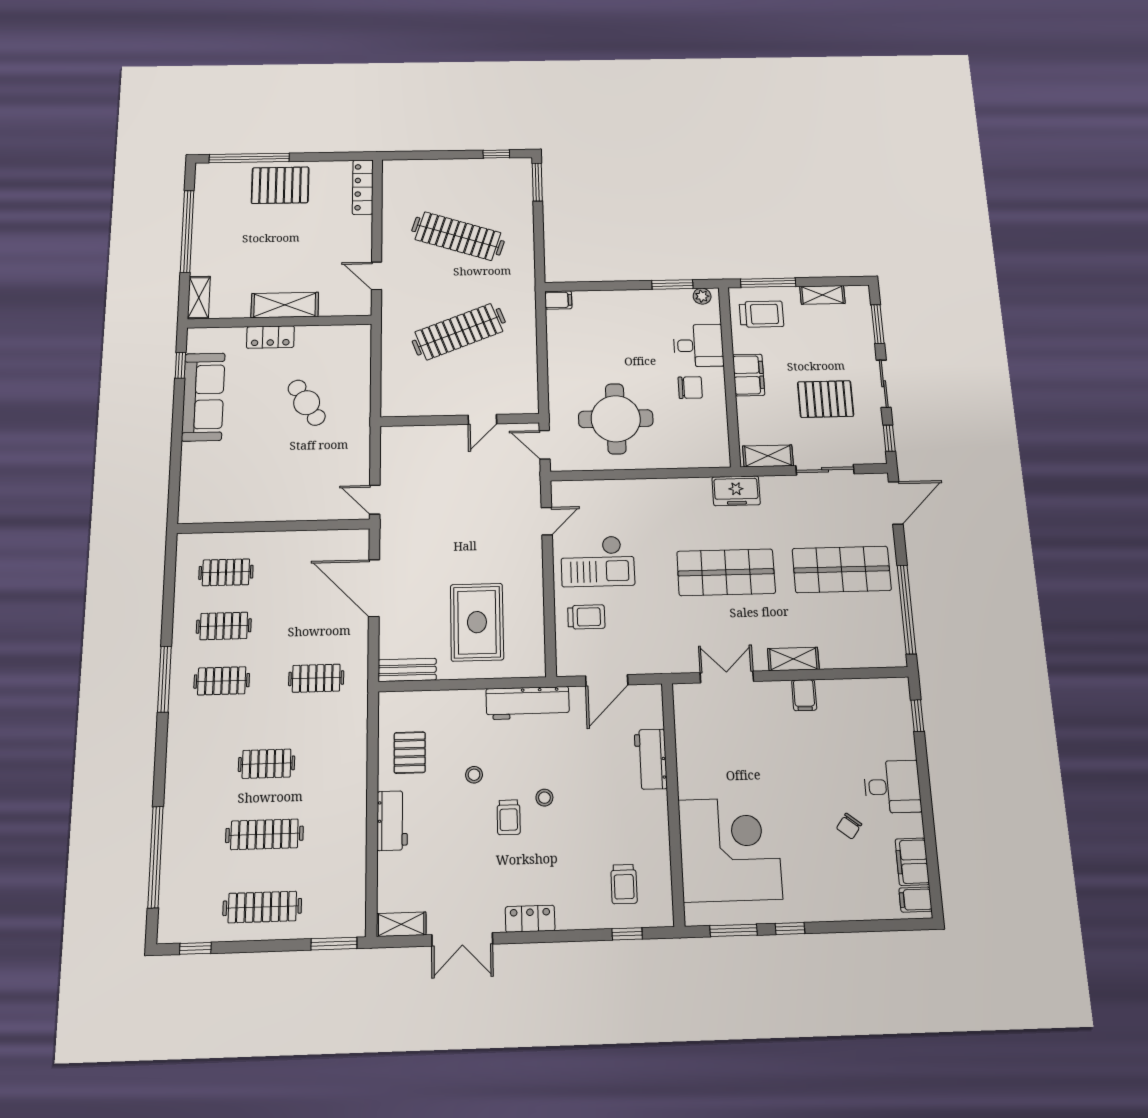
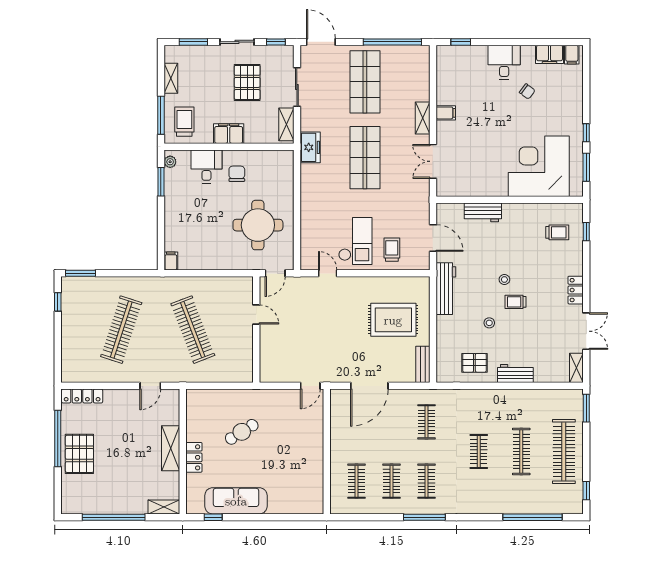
window: (249, 158) -> (58, 439), moved
trolley: (509, 817) -> (516, 302), turned 180
clothes rail: (262, 907) -> (564, 451), width x1.37, depth x1.31

